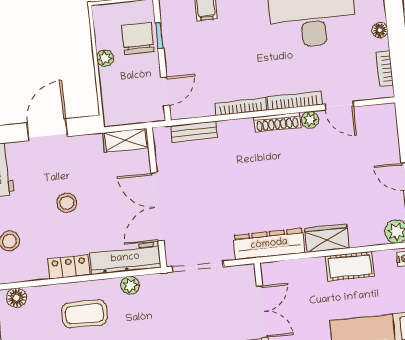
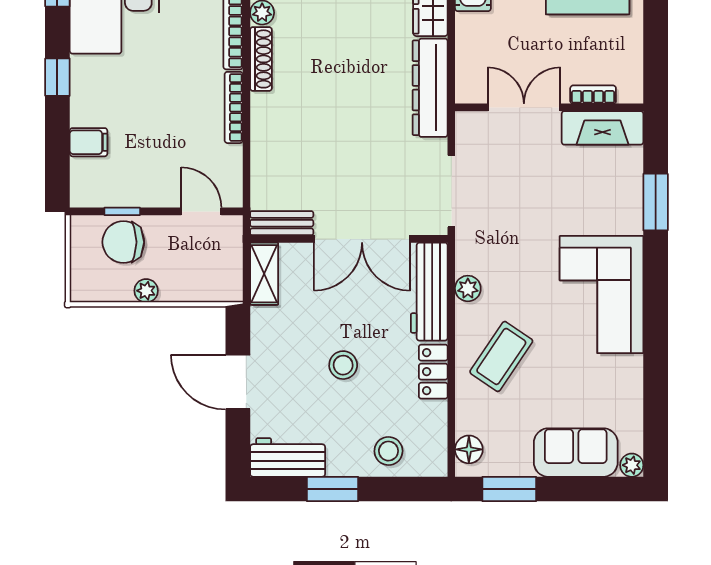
bench: (194, 132) -> (282, 223), moved, turned 90
coffee table: (85, 314) -> (501, 356), turned 34

